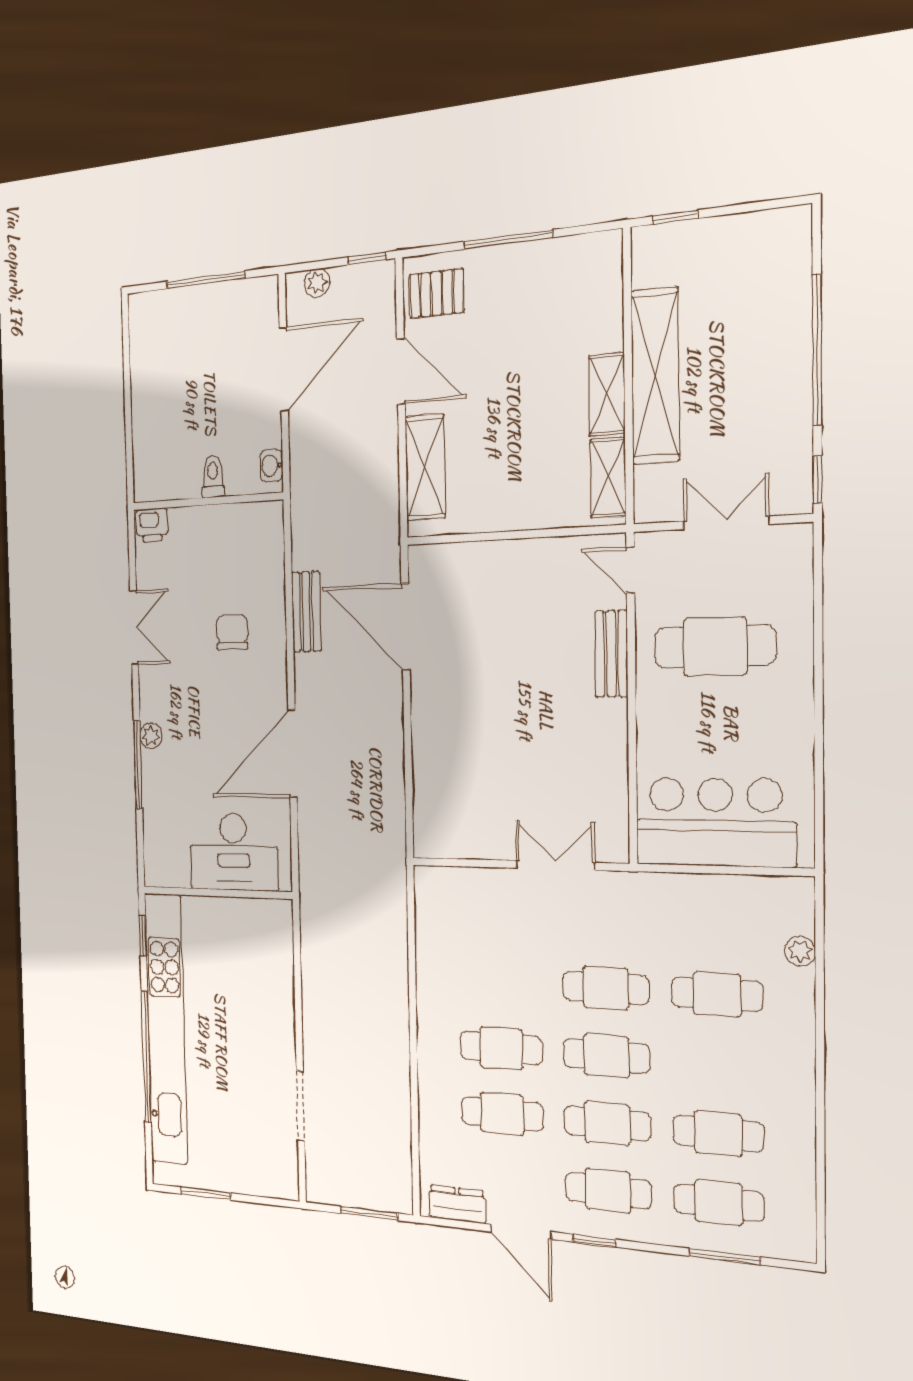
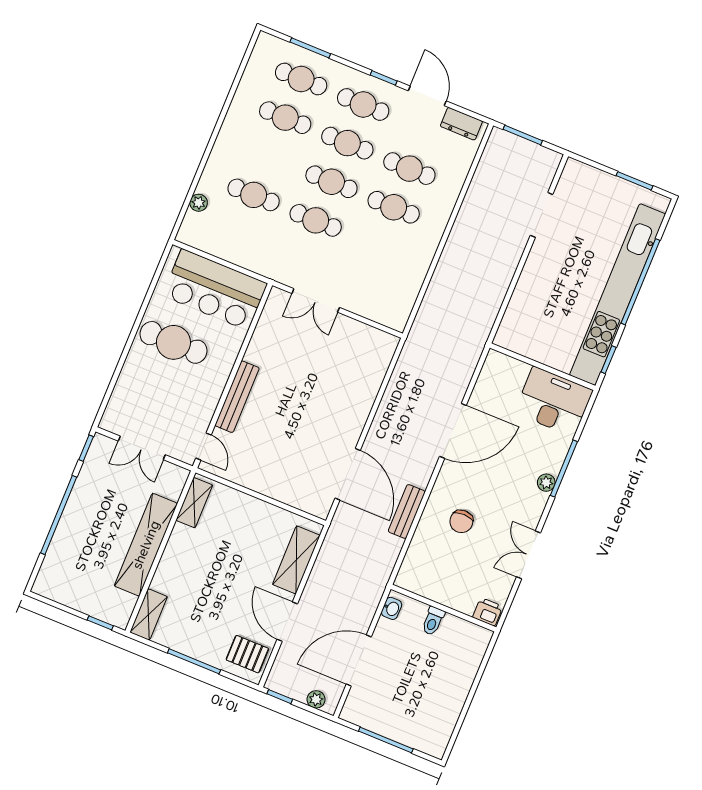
shelving: (607, 394) -> (149, 615), moved
cafe table: (715, 646) -> (173, 342), moved
bench: (611, 654) -> (237, 397), width x1.36
desk: (233, 852) -> (554, 401), moved

